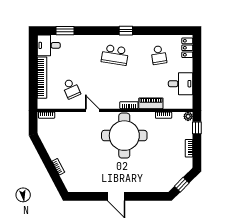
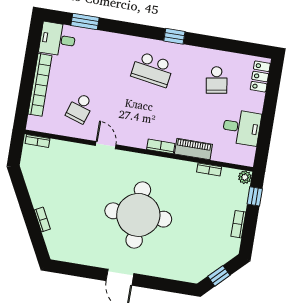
school desk: (71, 89) -> (80, 108), turned 42
round table: (124, 136) -> (138, 215), moved

